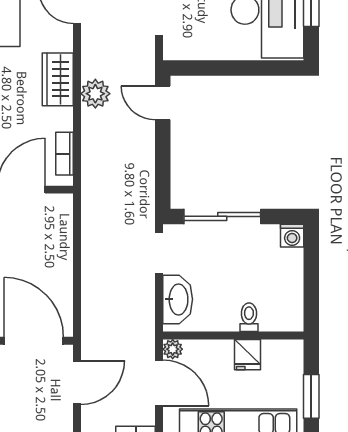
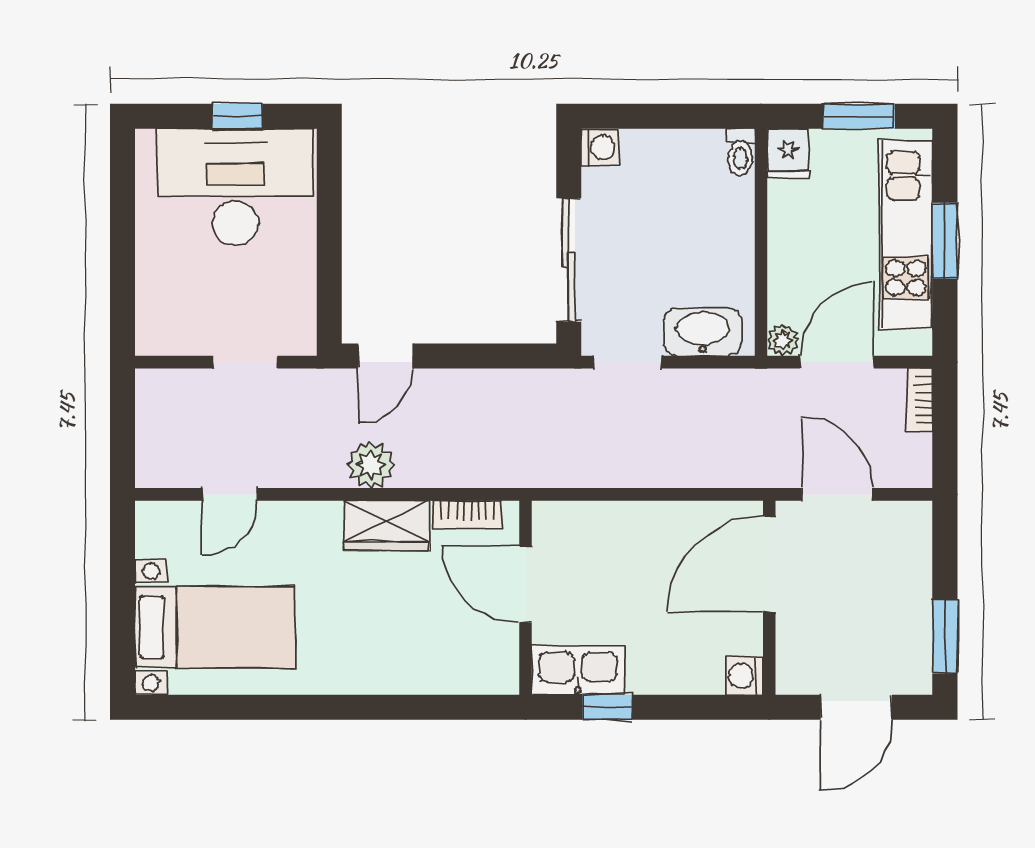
wardrobe: (58, 79) -> (387, 525), moved
toilet: (249, 317) -> (740, 152), moved, turned -90
fridge: (247, 355) -> (788, 153), moved, turned 90

